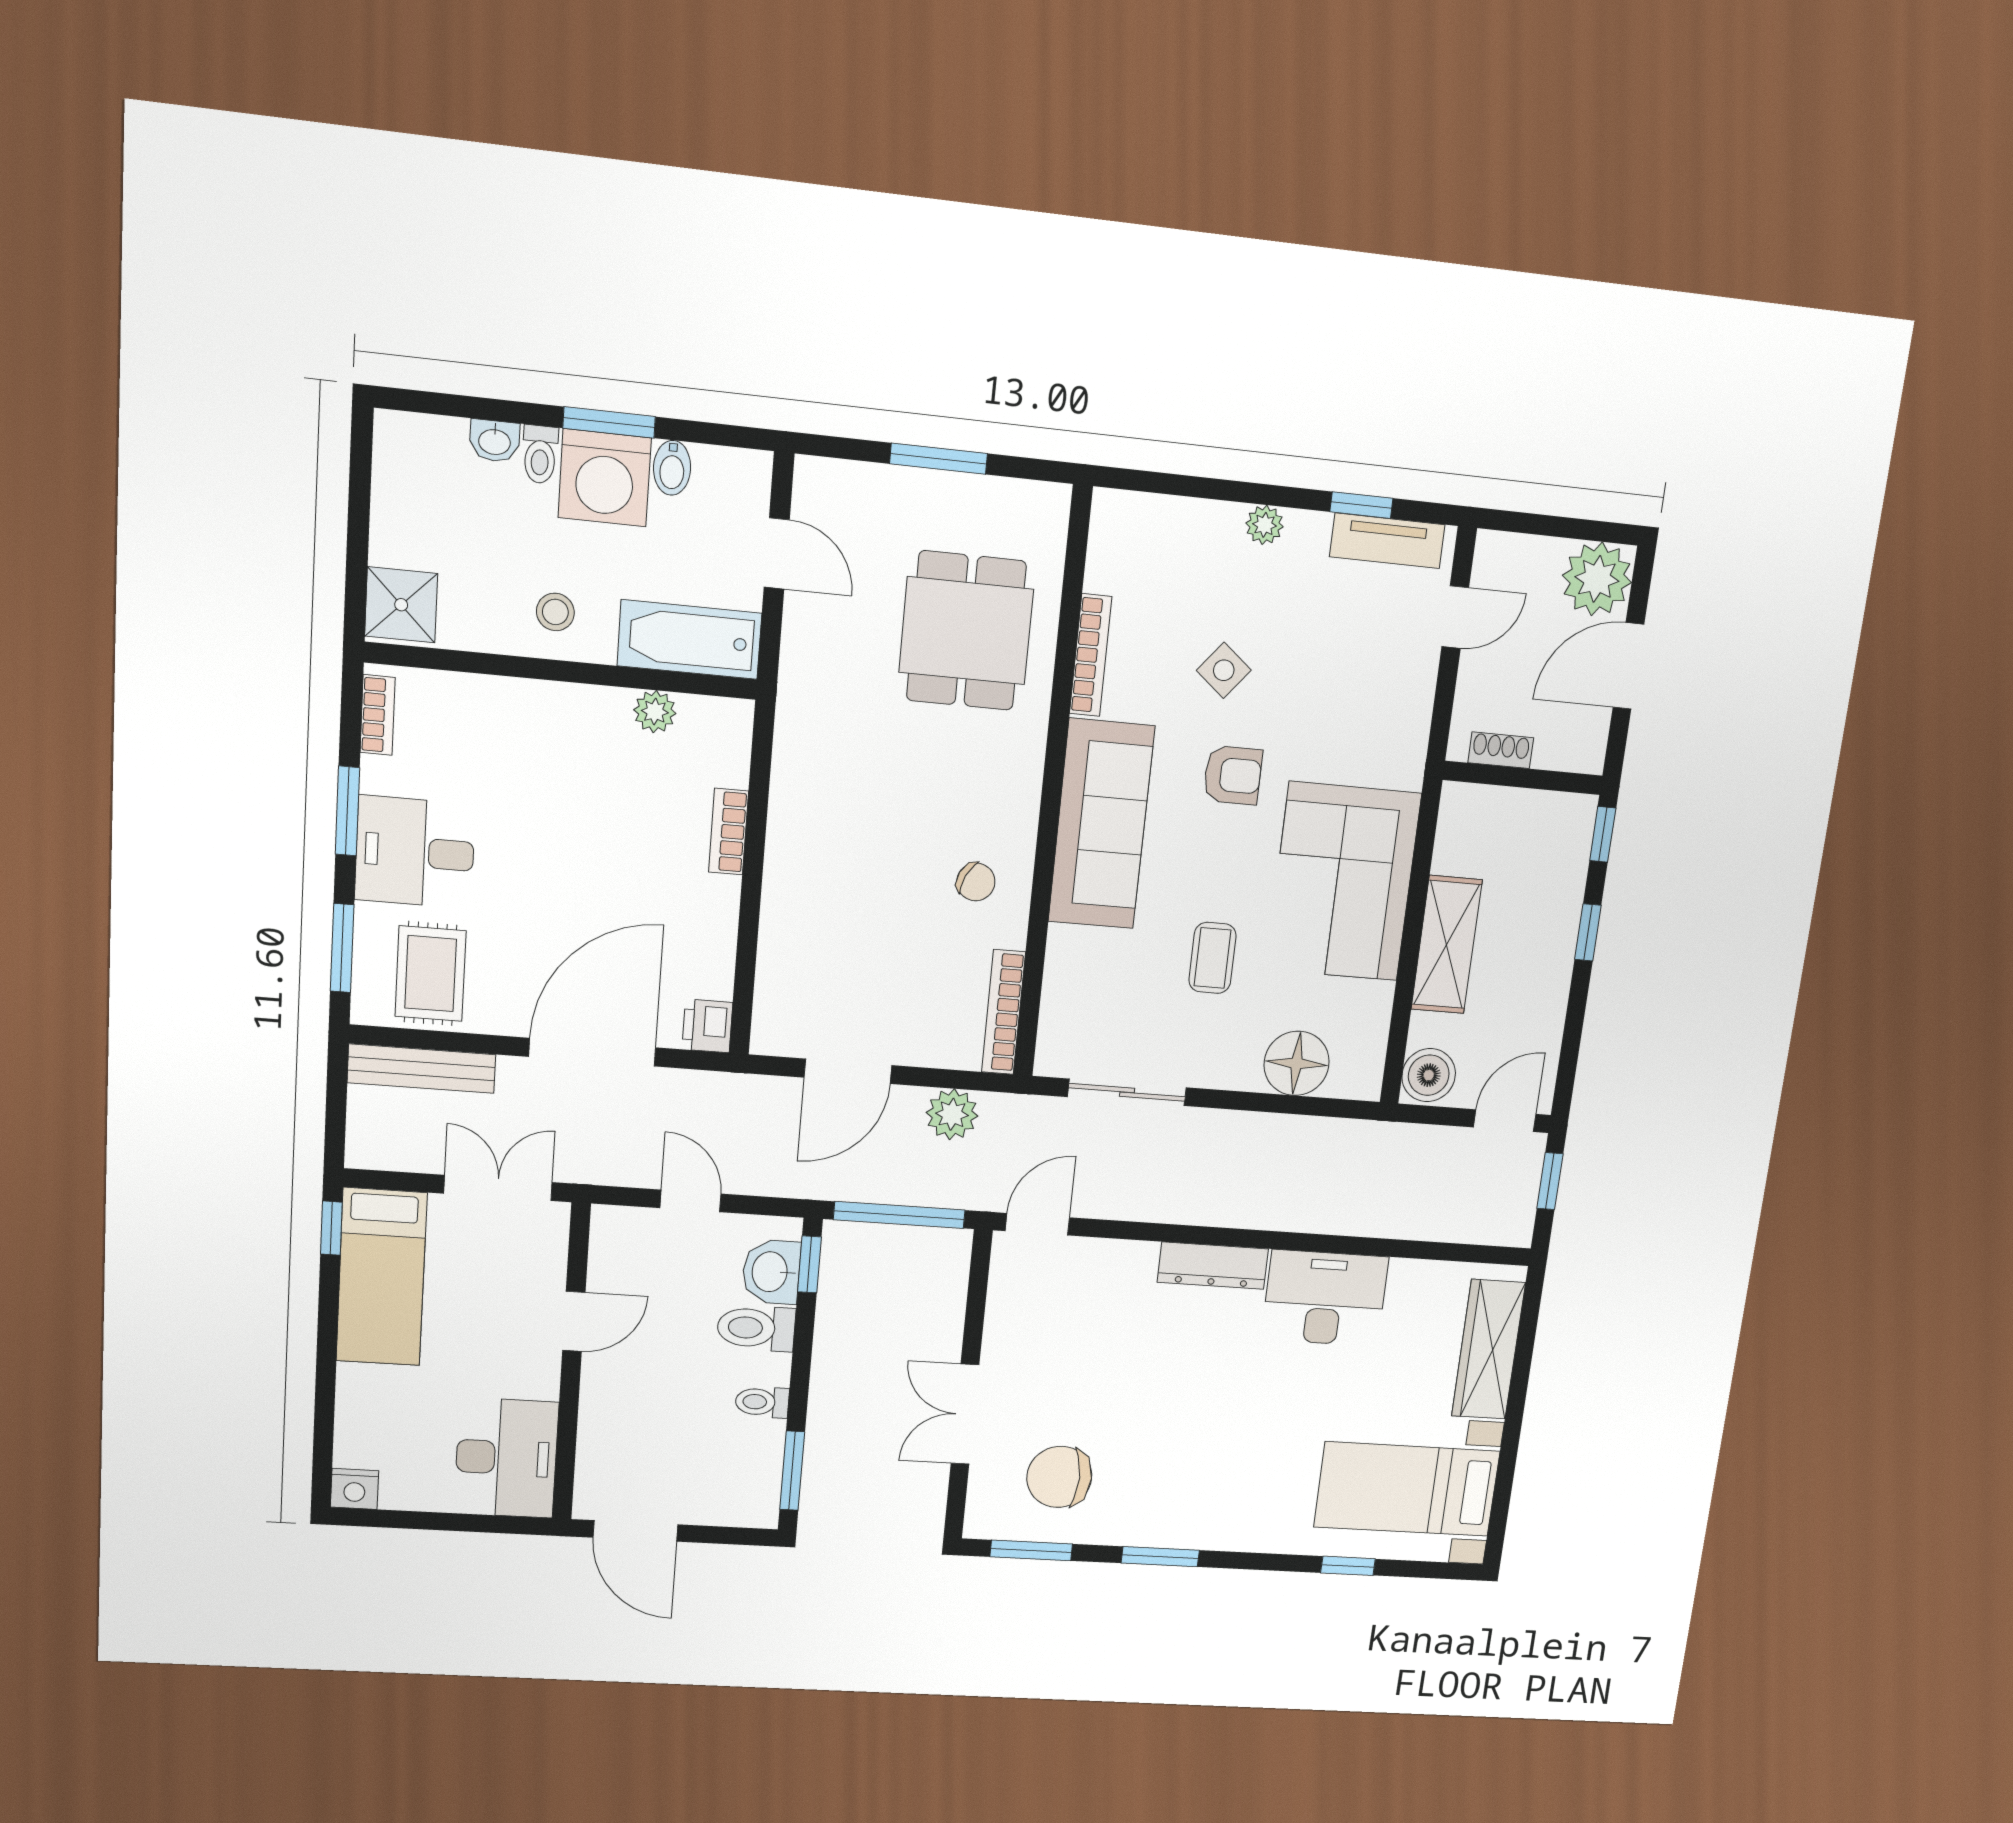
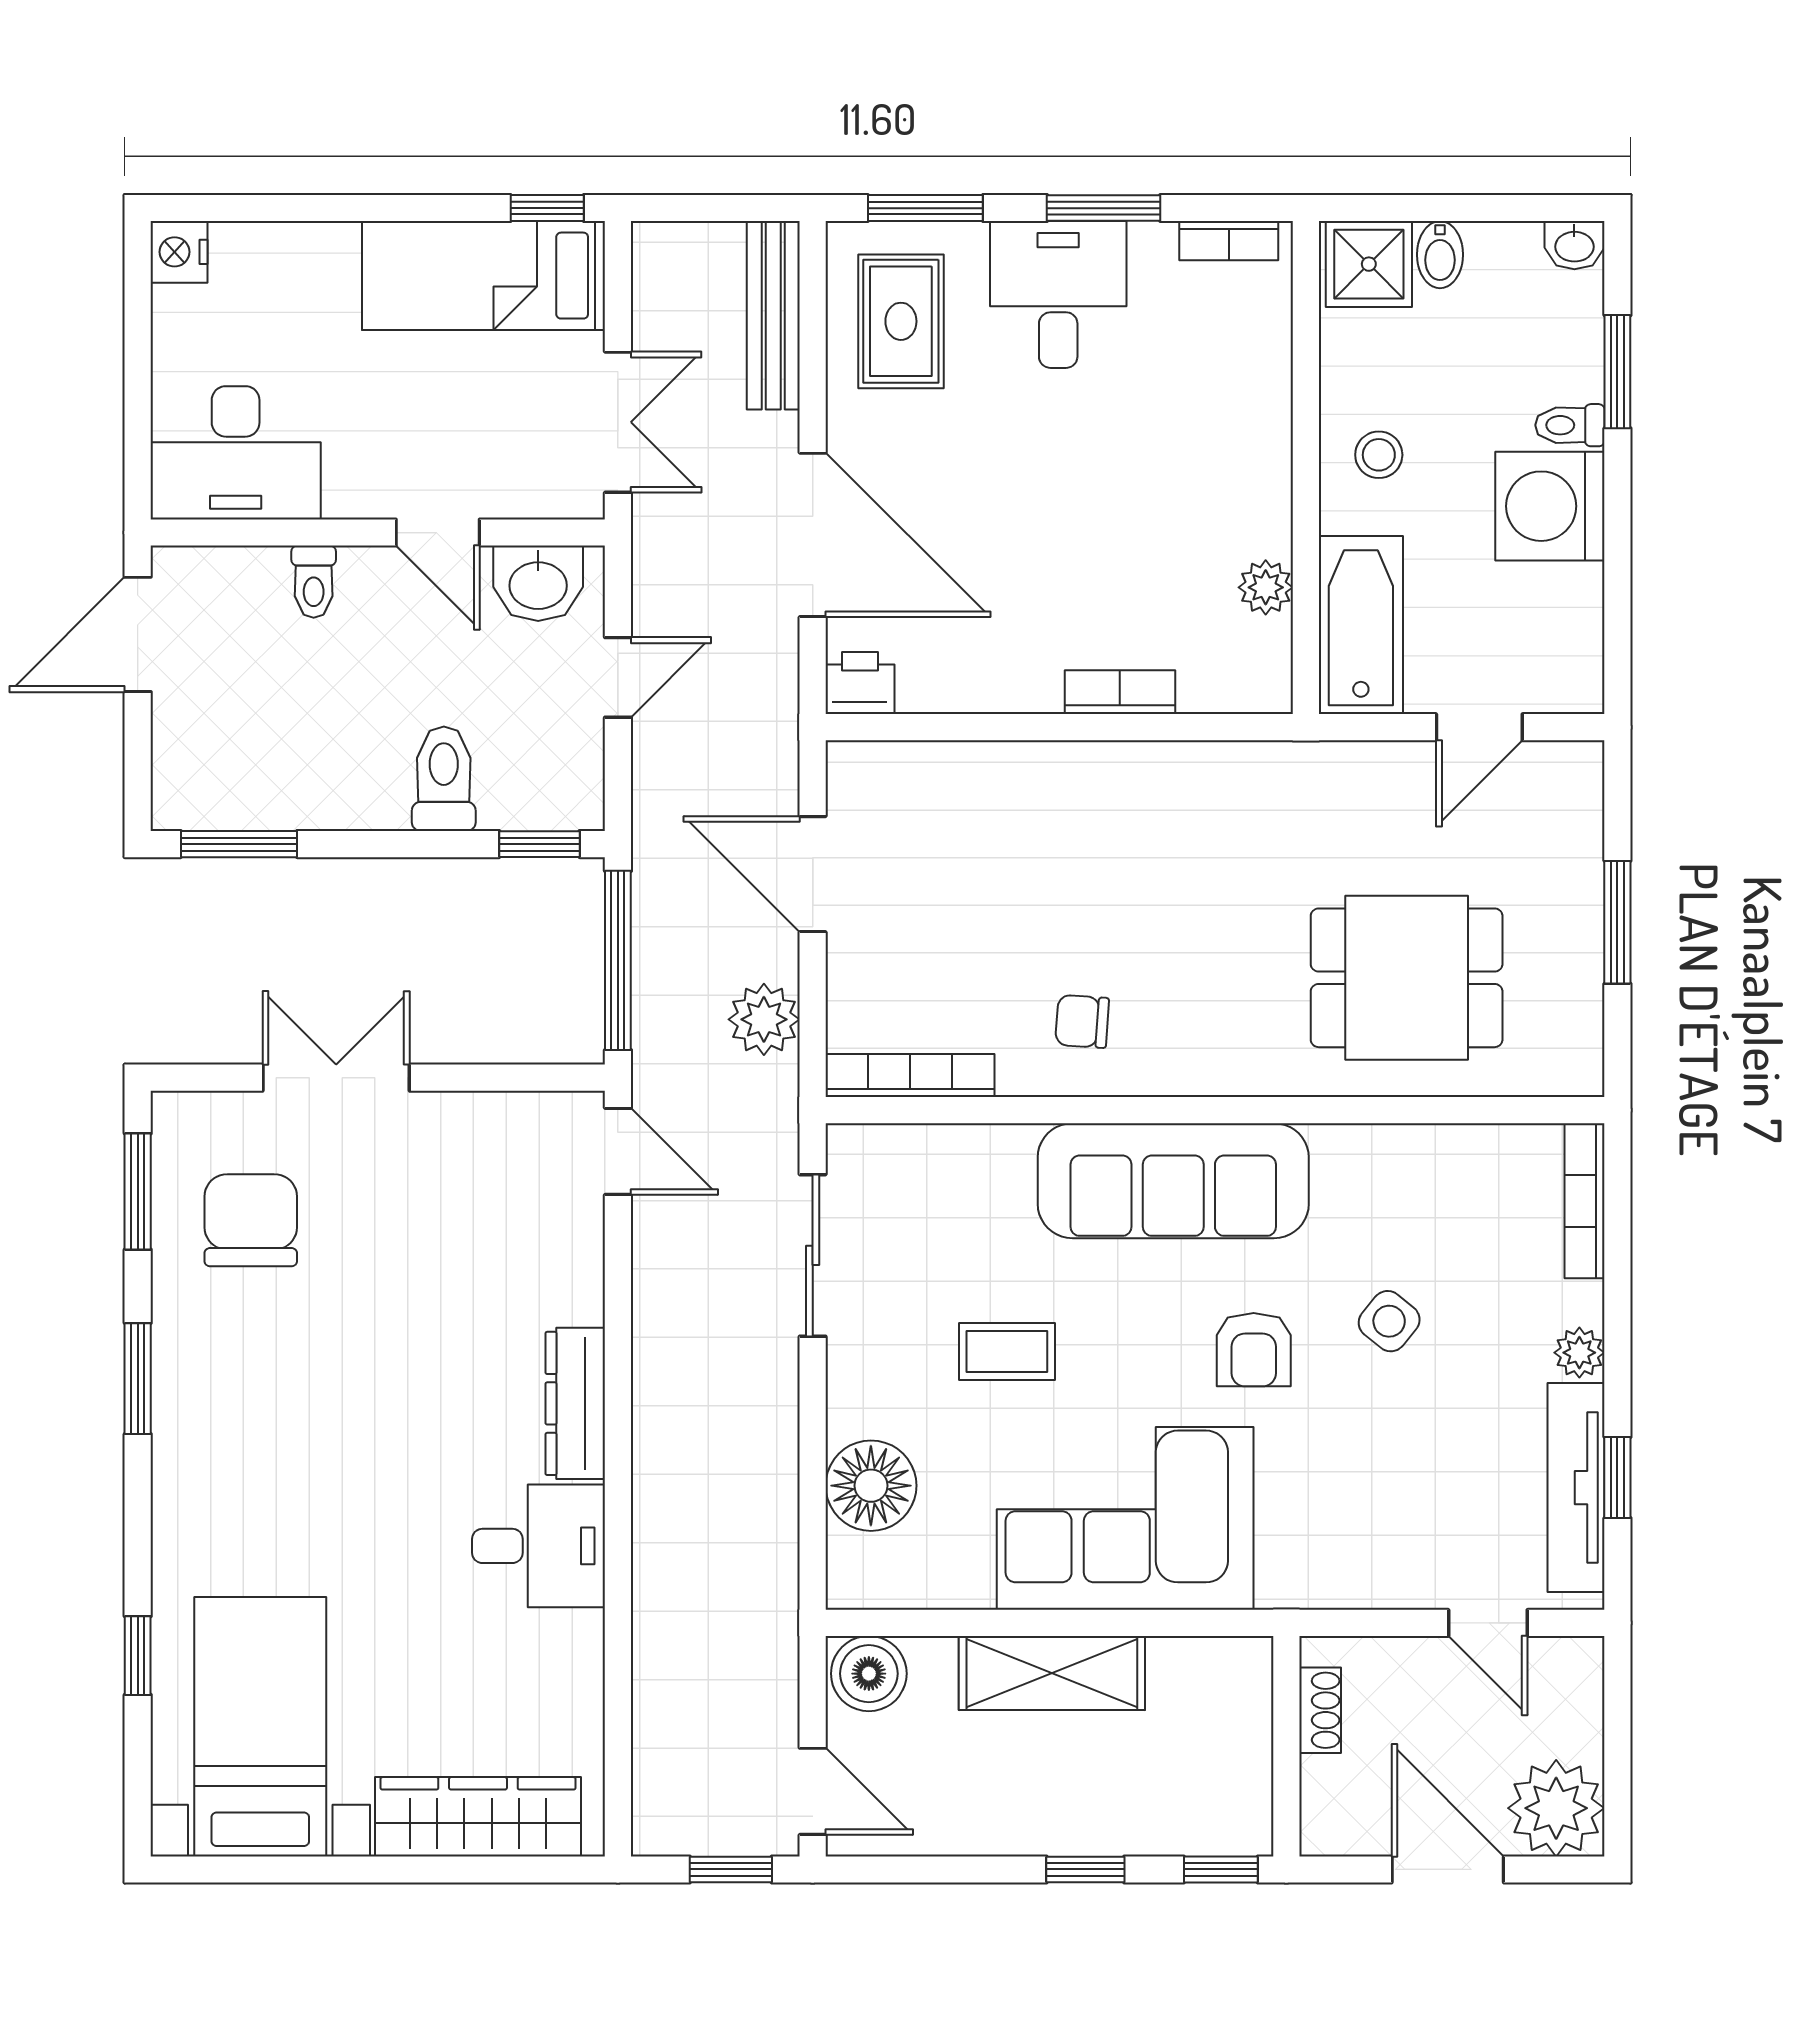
window: (609, 422) -> (1617, 372), moved
washbasin: (495, 441) -> (1574, 245), moved, turned -90
bidet: (672, 468) -> (1440, 255), moved, turned -90
tv unit: (1387, 541) -> (1576, 1488), width x1.41
bookcase: (1091, 655) -> (1585, 1201), moved, turned 90
chair: (976, 882) -> (1082, 1021), turned 68
rug: (431, 974) -> (901, 321), turned 90
washbasin: (771, 1272) -> (538, 583), moved, turned 180
desk: (1325, 1298) -> (539, 1546), width x0.73
toilet: (762, 1402) -> (314, 582), moved, turned 180

